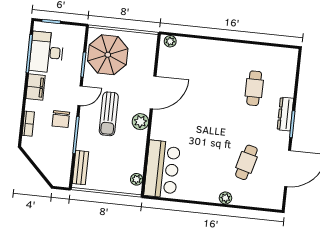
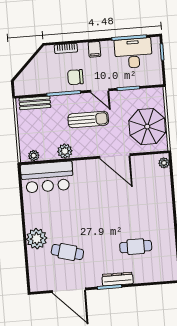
parasol: (108, 55) -> (147, 127), moved
filing cabinet: (36, 87) -> (94, 49), width x0.50
sun lounger: (109, 114) -> (88, 120), turned 180
plant: (140, 122) -> (65, 151), moved
plant: (225, 198) -> (37, 239), width x1.88, depth x1.88

